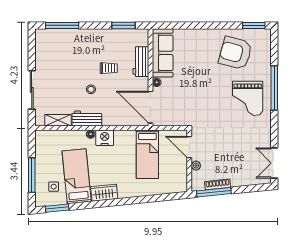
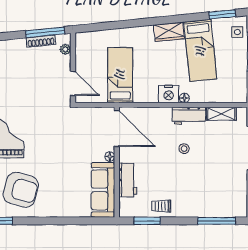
trolley: (109, 68) -> (161, 206), moved
plant: (196, 166) -> (65, 49), moved
side table: (54, 187) -> (237, 32), moved

